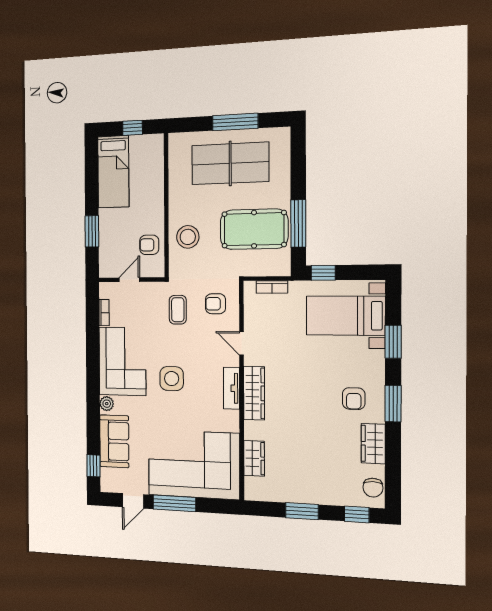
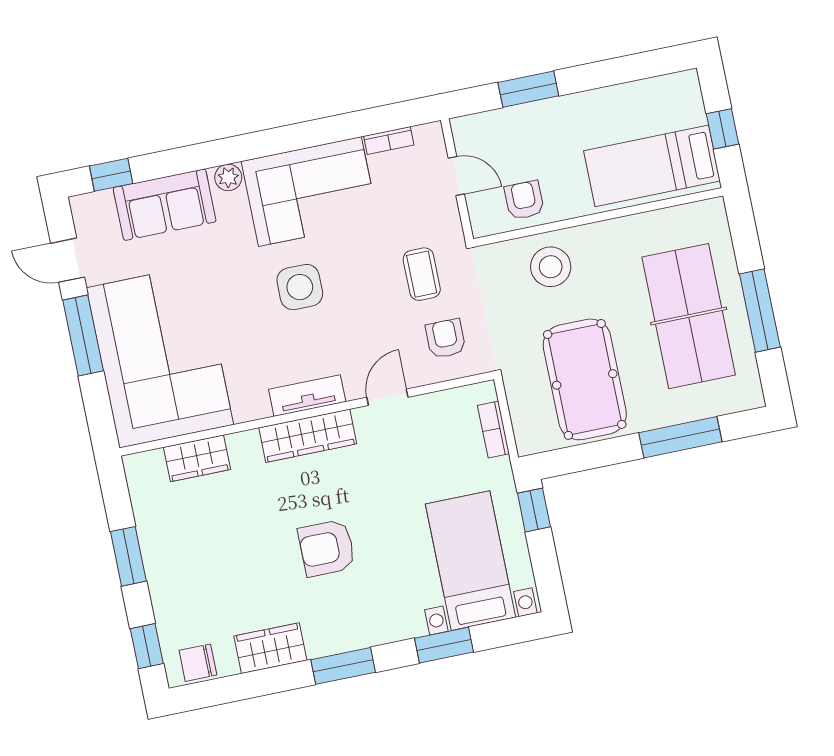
bed: (113, 172) -> (652, 166), moved
window: (298, 223) -> (680, 437), moved
coffee table: (178, 310) -> (422, 274), turned 90
armchair: (354, 399) -> (327, 548), moved, width x1.38, depth x1.38

